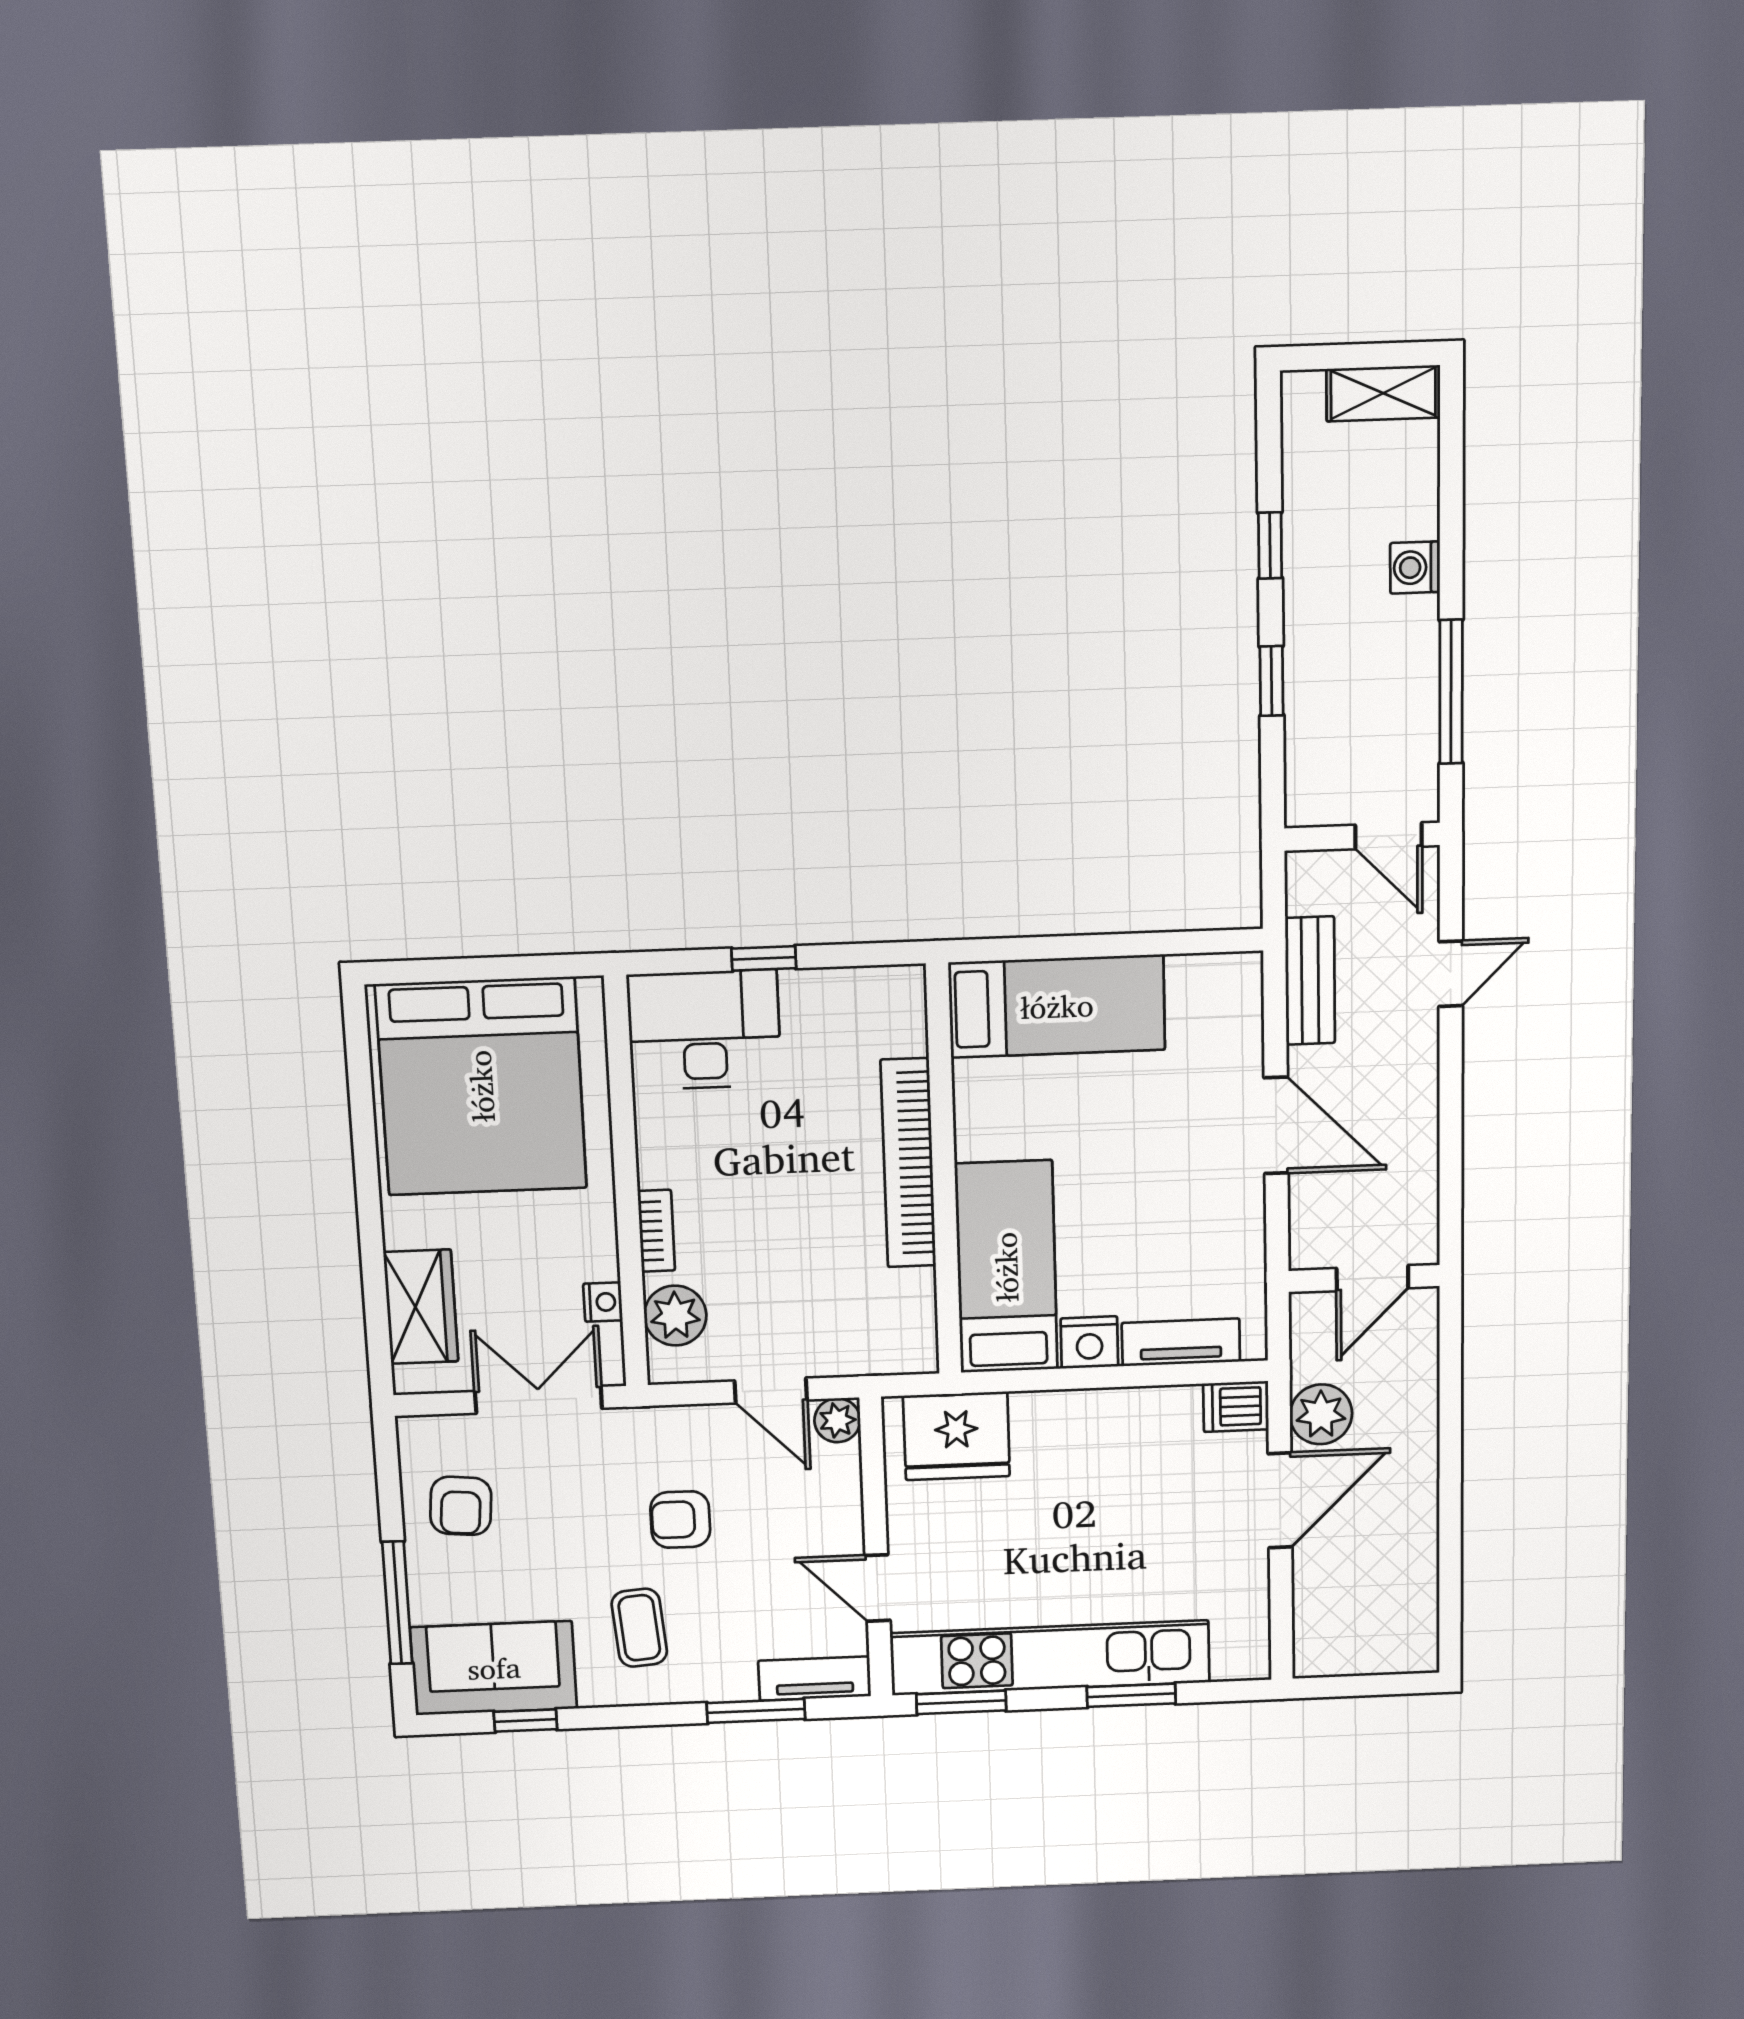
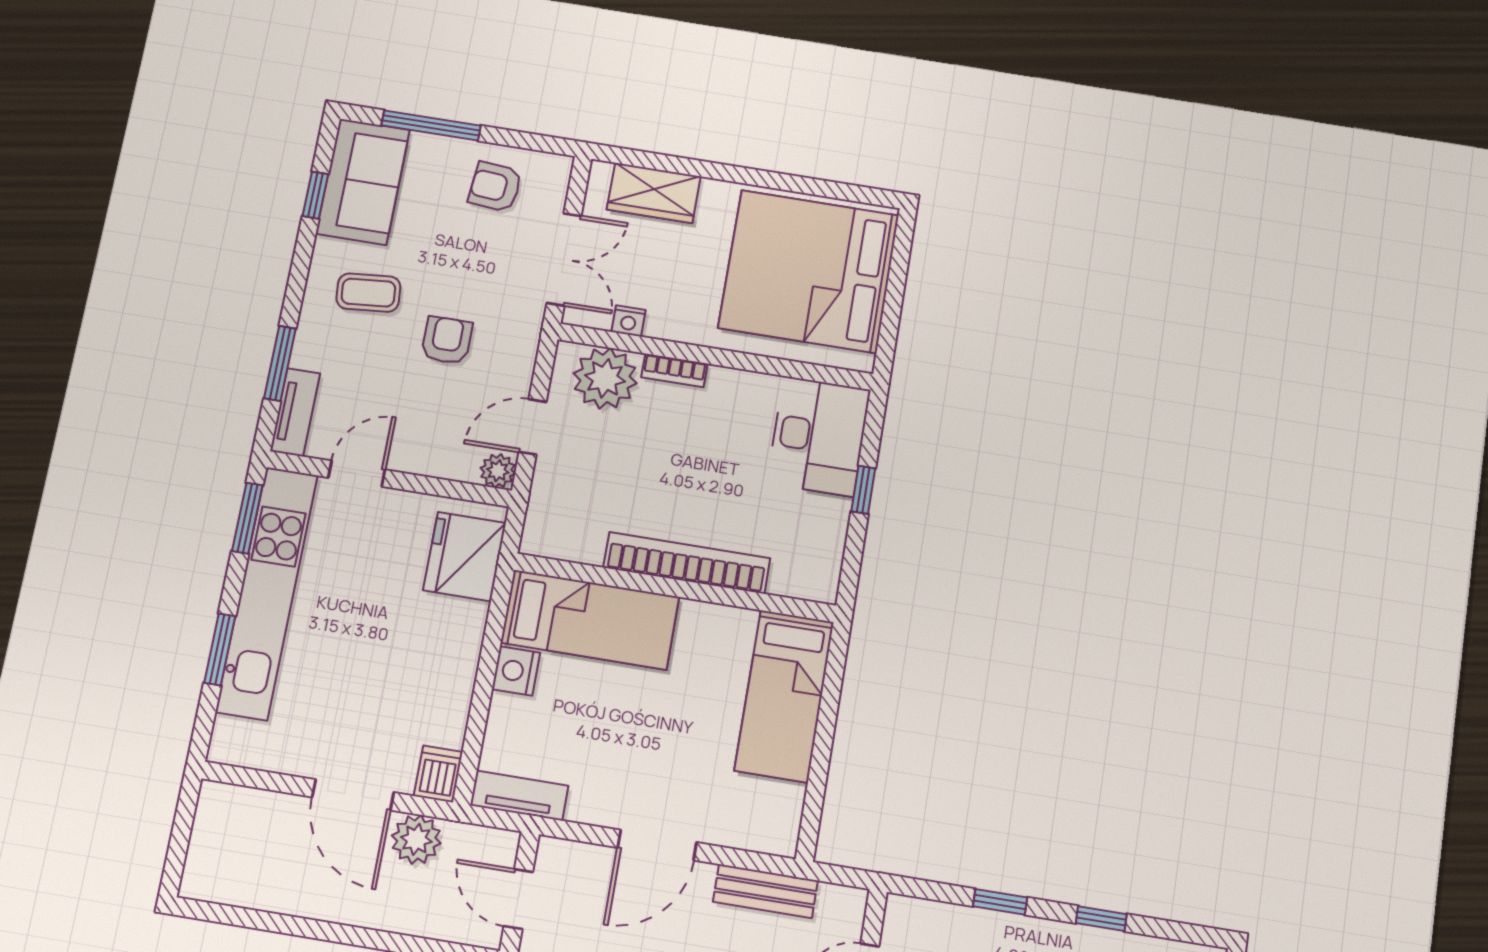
plant: (675, 1316) -> (605, 378), width x1.36, depth x1.36
tv unit: (1181, 1342) -> (519, 796), moved, turned -90

